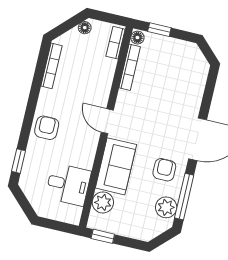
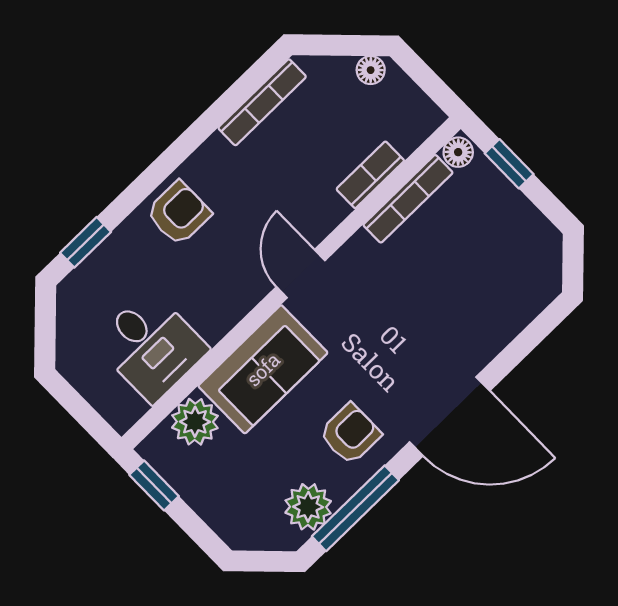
bookcase: (115, 43) -> (370, 175), moved

